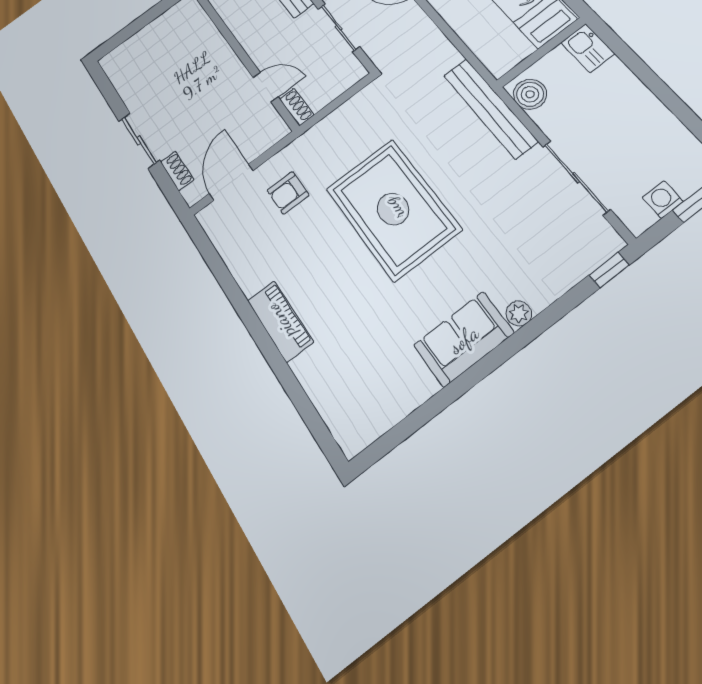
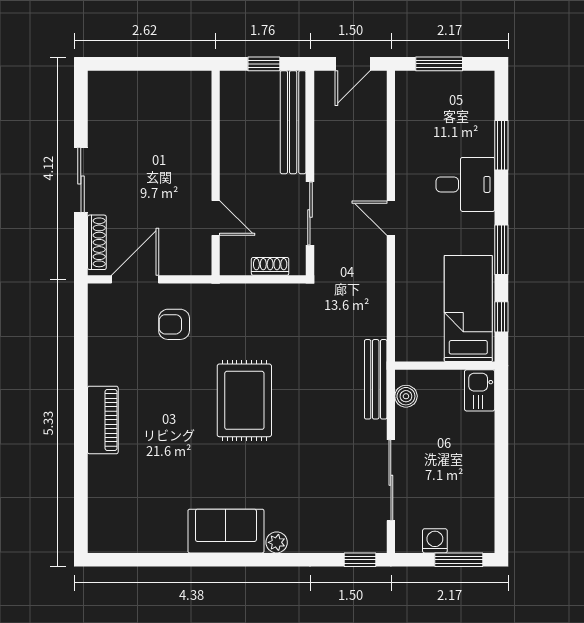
boiler: (530, 94) -> (406, 396), width x0.73, depth x0.73
shoe rack: (297, 107) -> (270, 266), moved, turned -90
bench: (490, 108) -> (376, 379), width x0.73, depth x0.82
shoe rack: (177, 171) -> (97, 242), width x1.43
rug: (393, 209) -> (244, 400), width x0.73, depth x0.69

